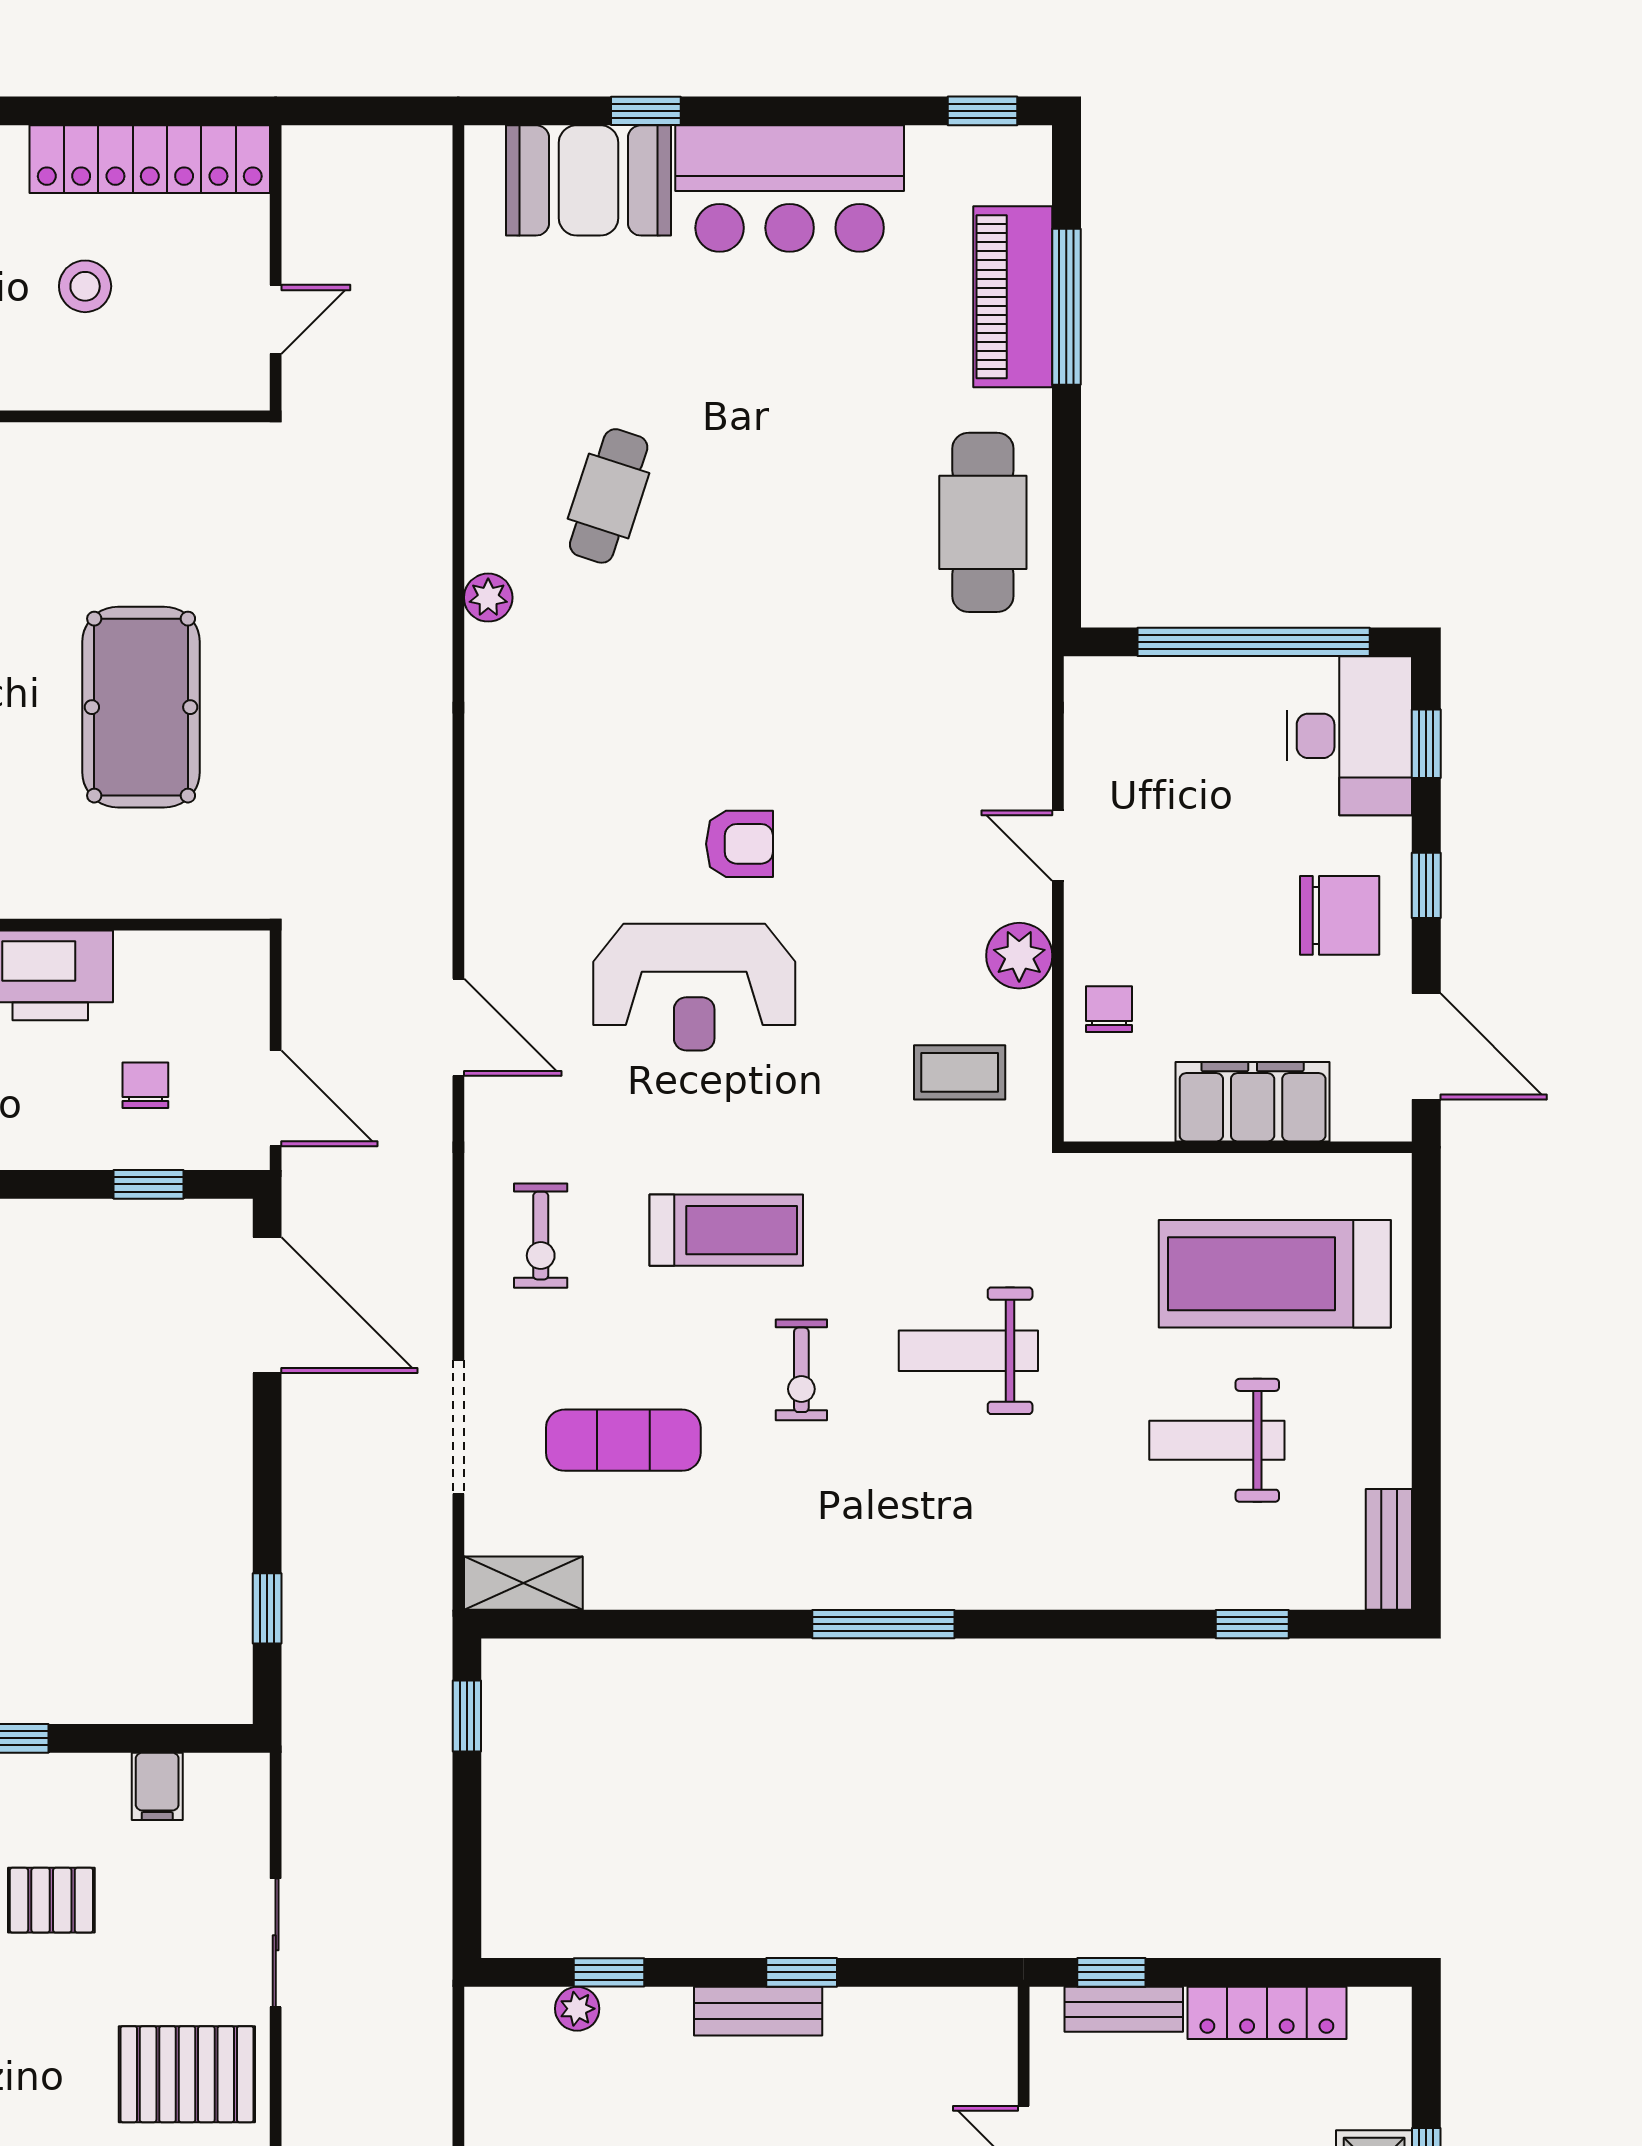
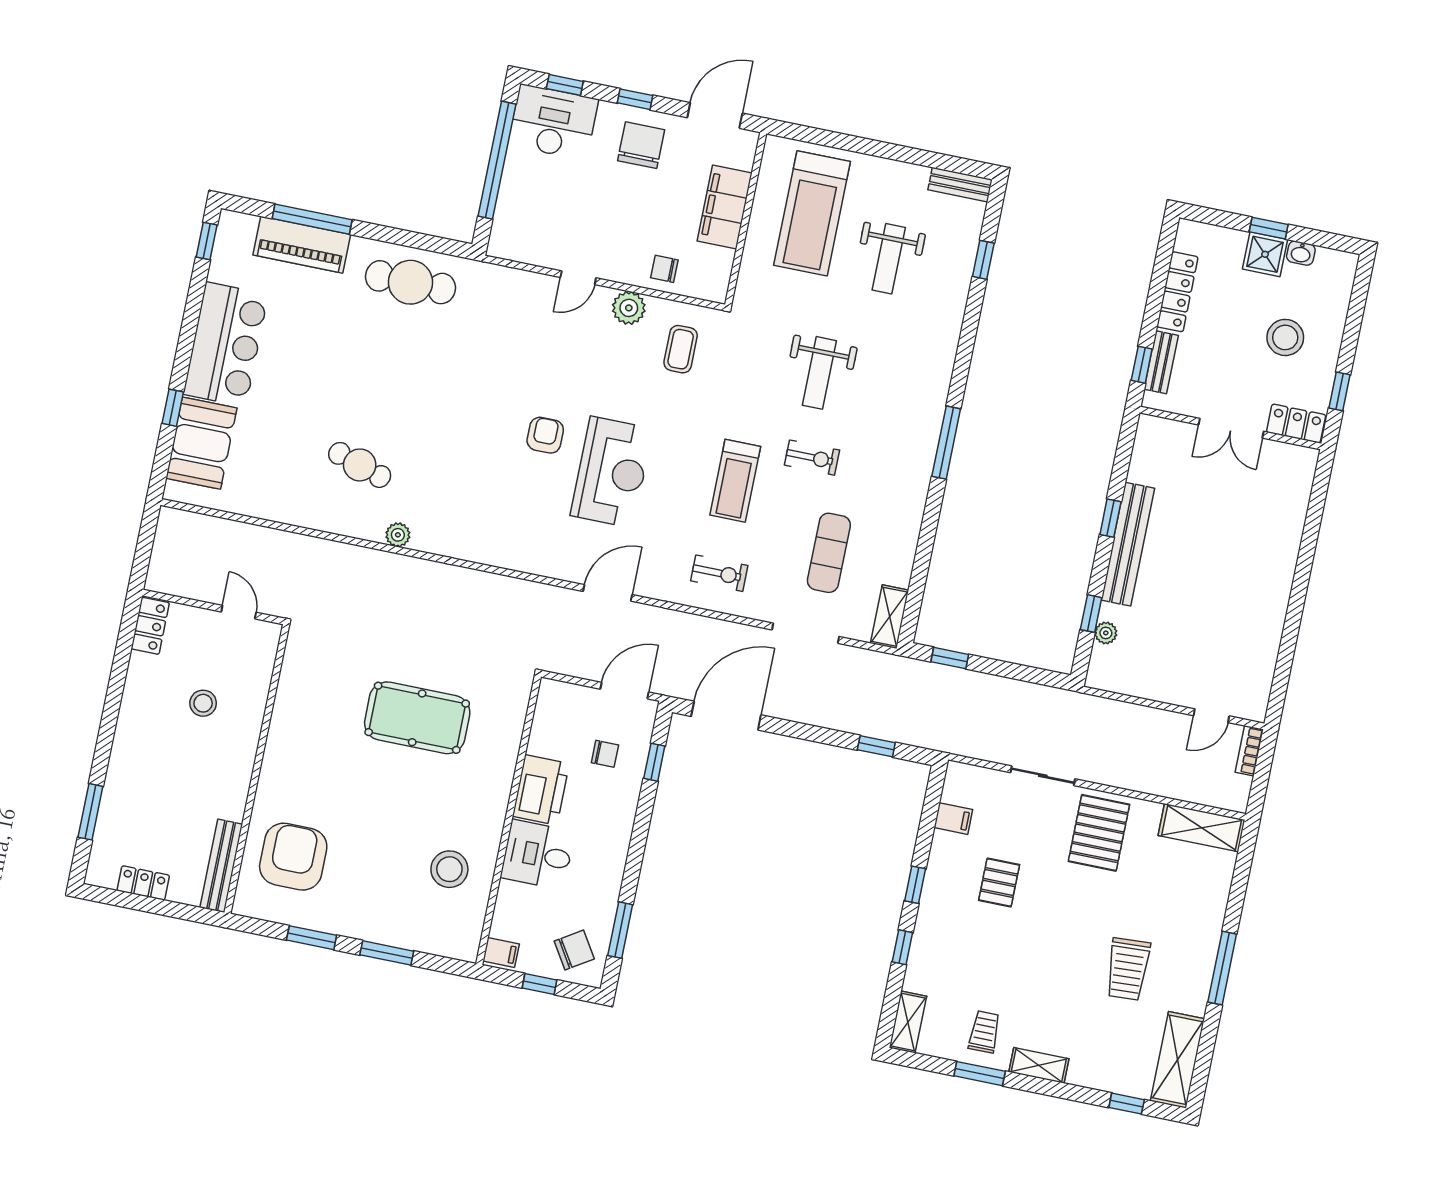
locker: (150, 159) -> (150, 626), width x0.46, depth x0.83
chair: (145, 1085) -> (605, 754), turned 180
treadmill: (726, 1230) -> (735, 481), turned 180
bench: (758, 2011) -> (1128, 544), width x1.86, depth x1.21

